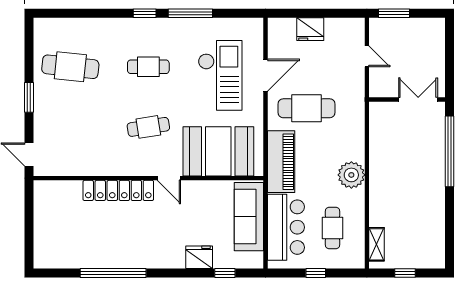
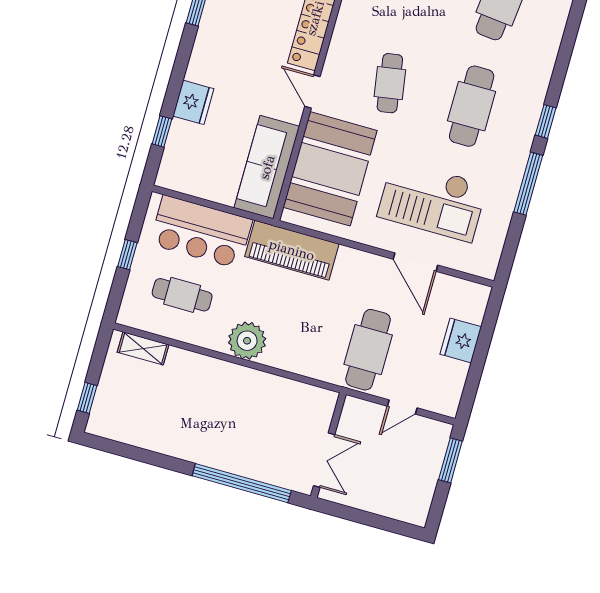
cafe table: (148, 67) -> (472, 106), width x1.37, depth x1.35
cafe table: (307, 108) -> (368, 350), moved
door: (169, 178) -> (312, 92), hinge flipped
sofa: (249, 217) -> (267, 167), moved, turned -90
window: (405, 273) -> (87, 398), moved

